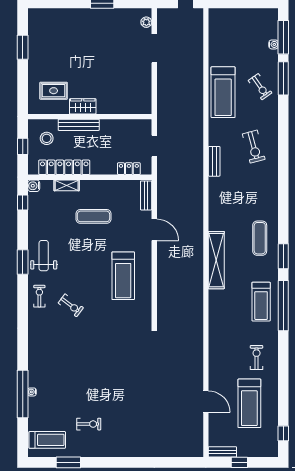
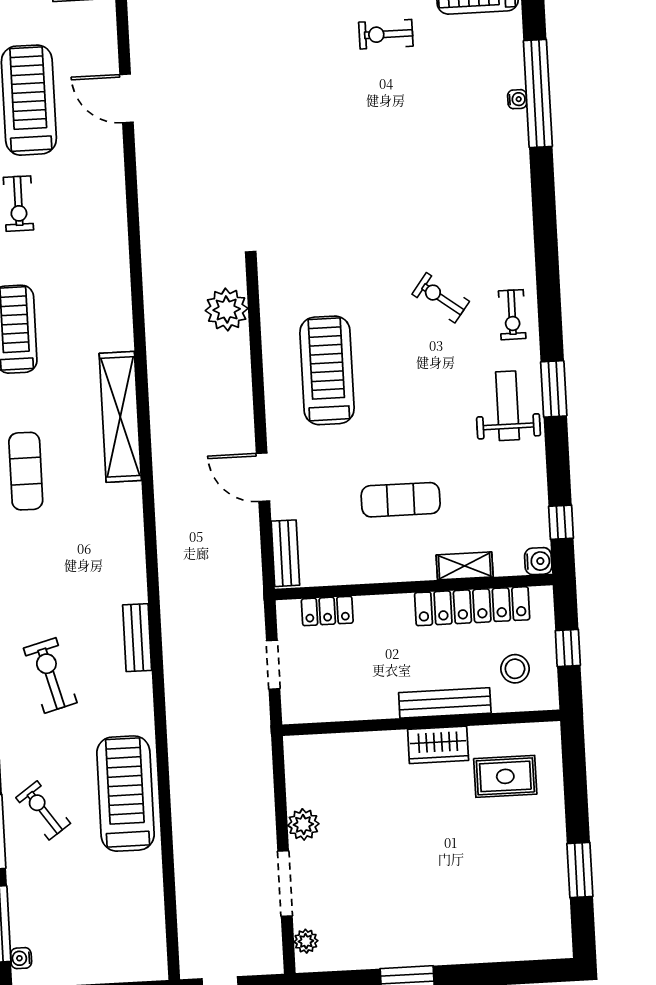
water cooler: (274, 44) -> (21, 958), moved
plant: (145, 74) -> (303, 824), added
weight bench: (44, 256) -> (507, 406), turned 180
plant: (166, 305) -> (227, 310), added

